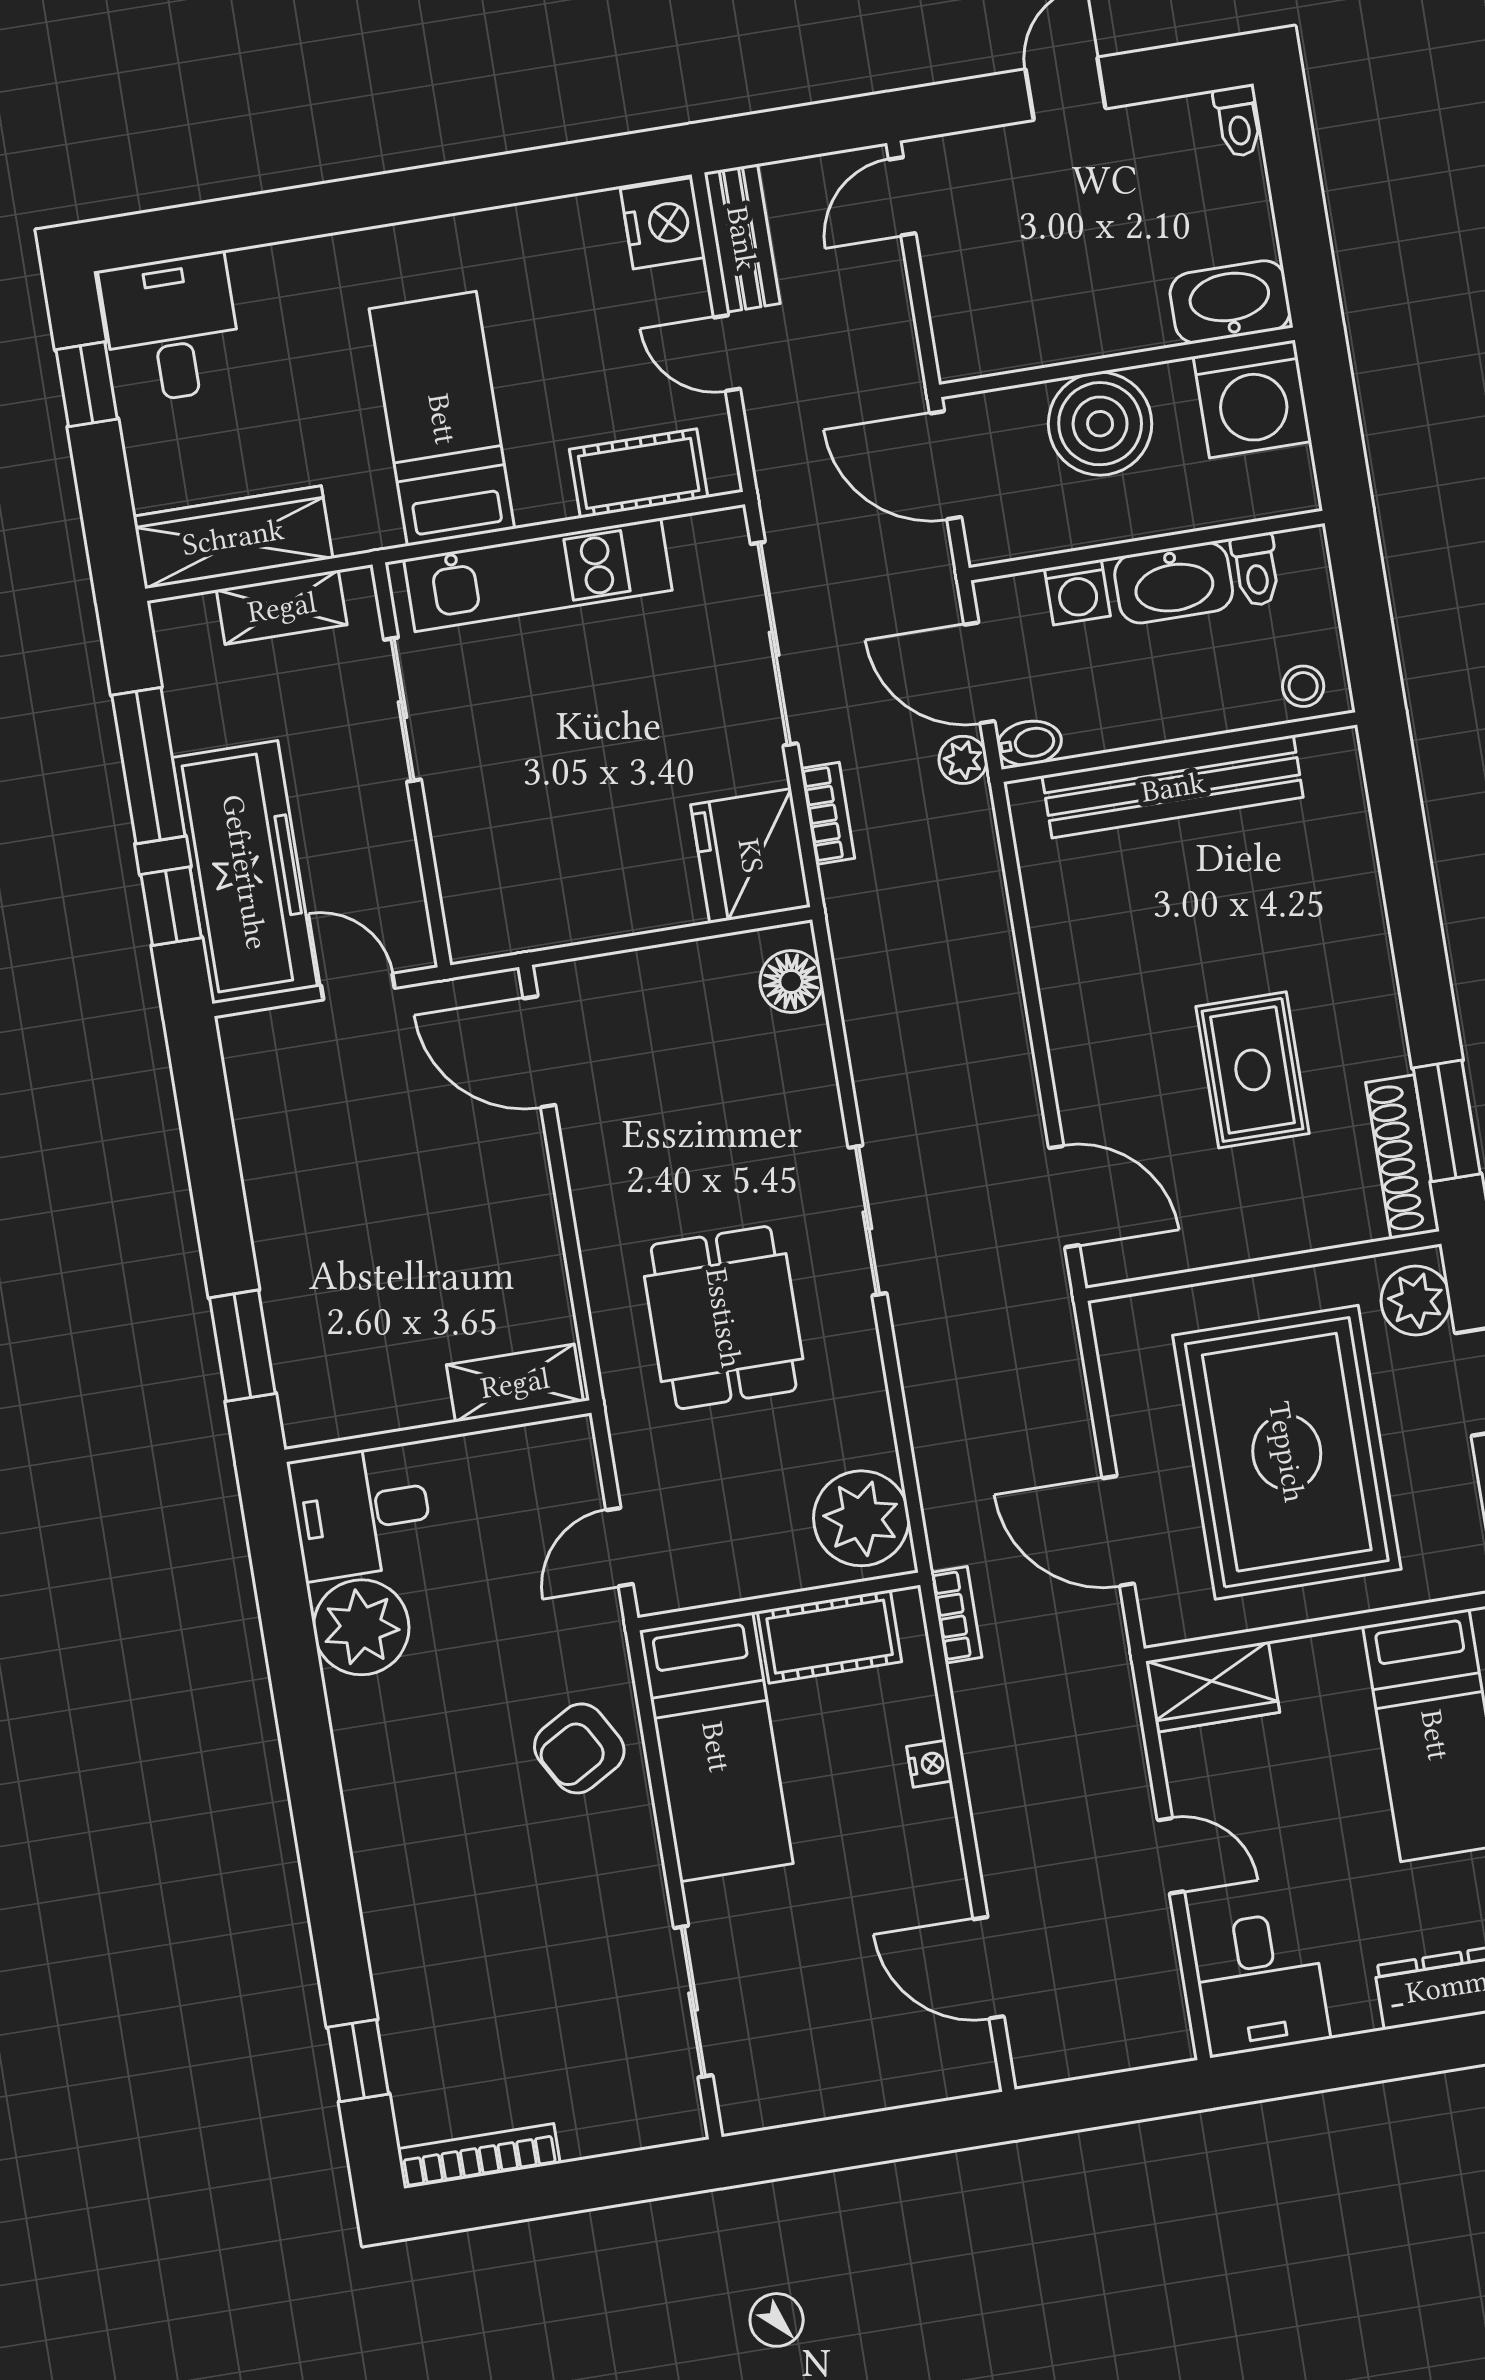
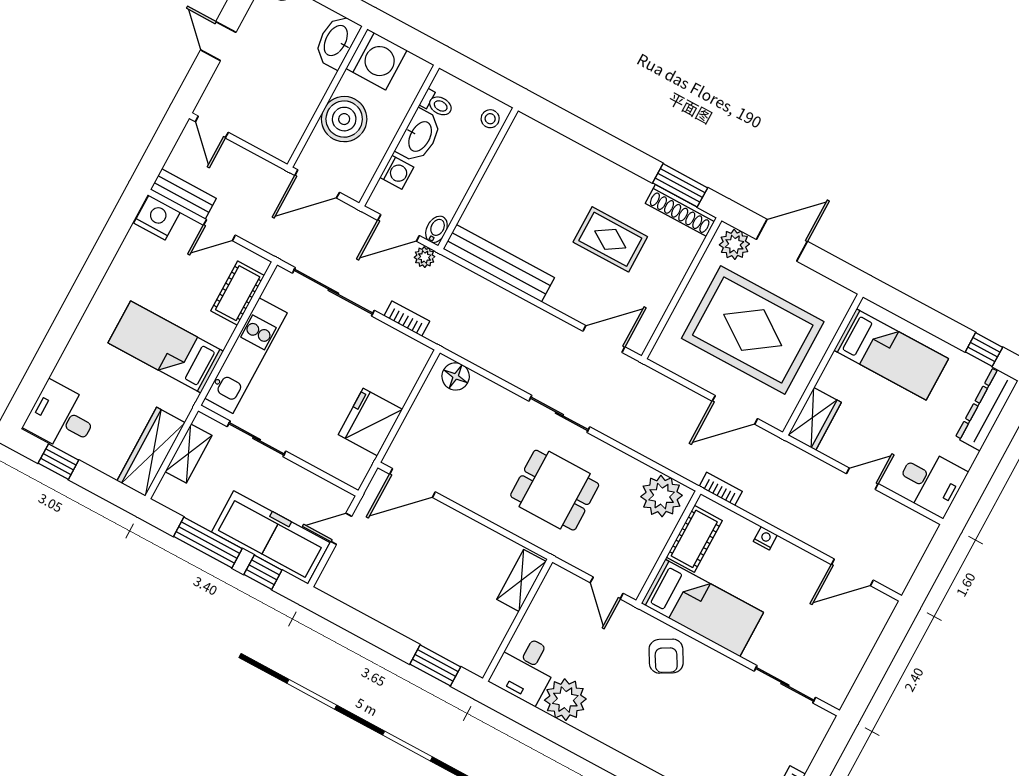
bench: (1173, 787) -> (499, 263), moved, turned 90
fridge: (751, 856) -> (370, 422), moved, turned 90

